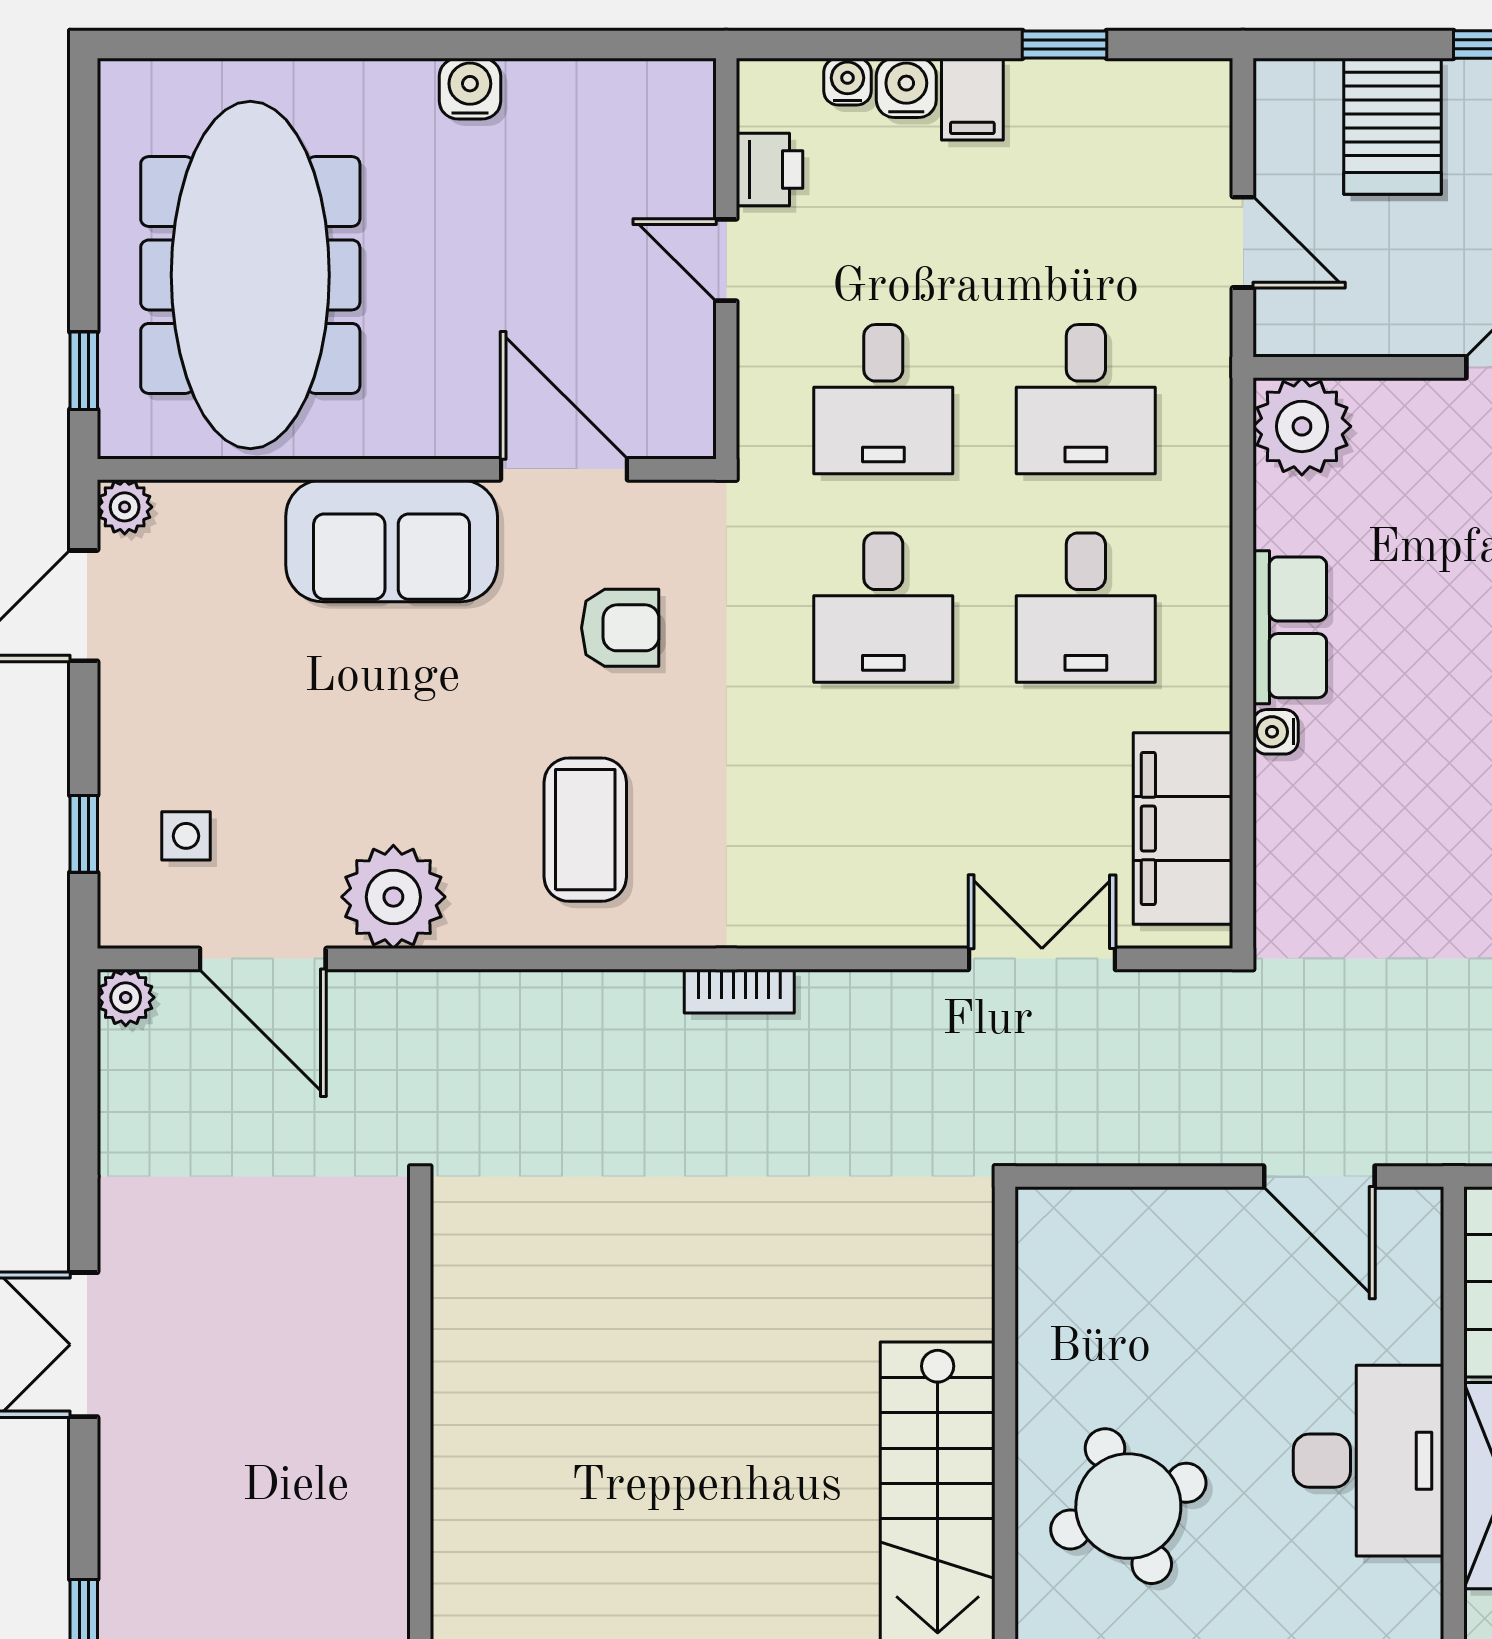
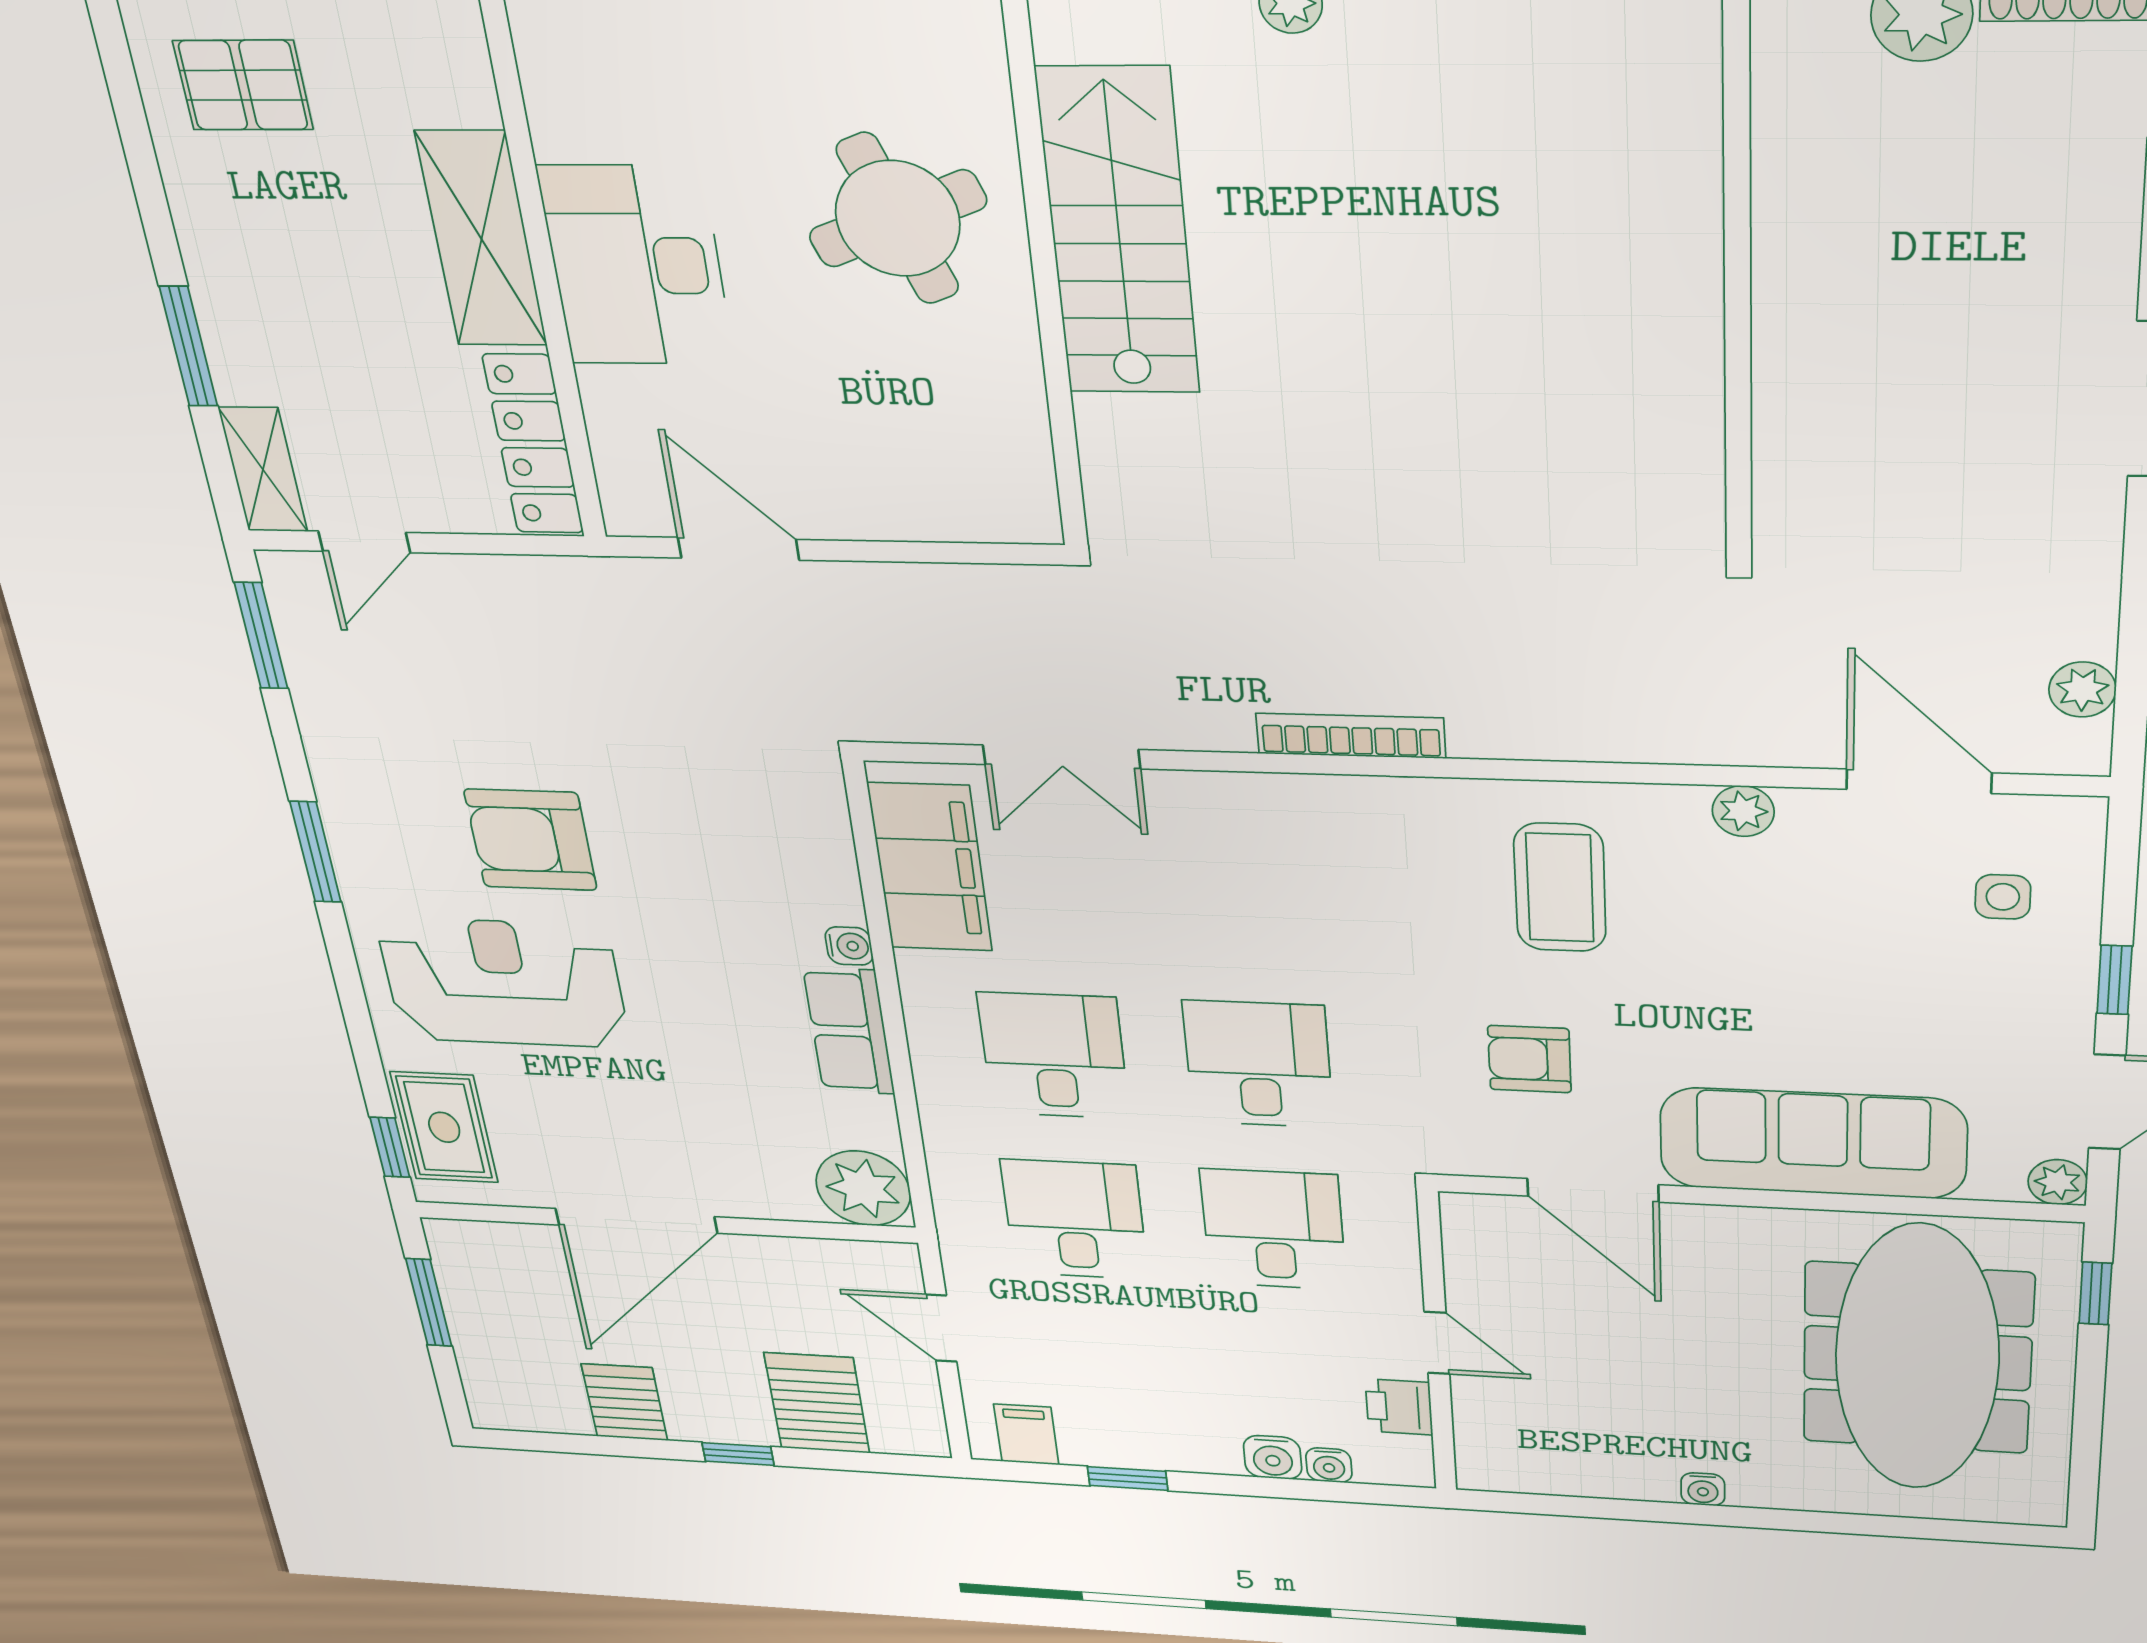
water cooler: (470, 89) -> (1703, 1489), width x0.72, depth x0.72
filing cabinet: (972, 99) -> (1026, 1434), moved
sofa: (392, 541) -> (1813, 1143), width x1.36
window: (84, 834) -> (2115, 980), moved
plant: (393, 897) -> (1743, 811), width x0.53, depth x0.53
bookcase: (739, 991) -> (1351, 736), width x1.56
plant: (126, 997) -> (2082, 690), moved

